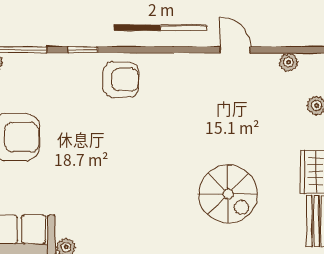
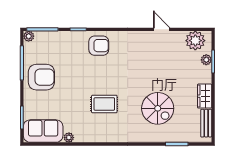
plant: (288, 62) -> (195, 41), width x1.88, depth x1.88
rug: (131, 186) -> (104, 104), added

